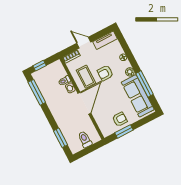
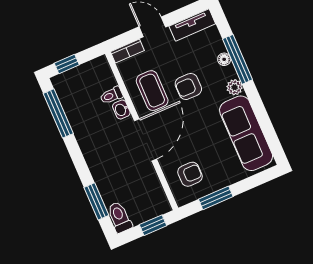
window: (144, 84) -> (238, 59), moved
armchair: (120, 119) -> (190, 174), moved
toilet: (85, 139) -> (120, 217), moved
window: (91, 148) -> (153, 225), added

